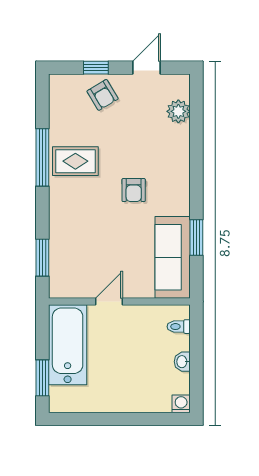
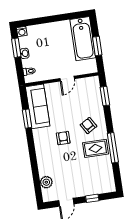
armchair: (103, 95) -> (88, 126), moved
bathtub: (68, 345) -> (83, 39), moved
window: (196, 375) -> (16, 48), added
window: (42, 378) -> (97, 46), moved

